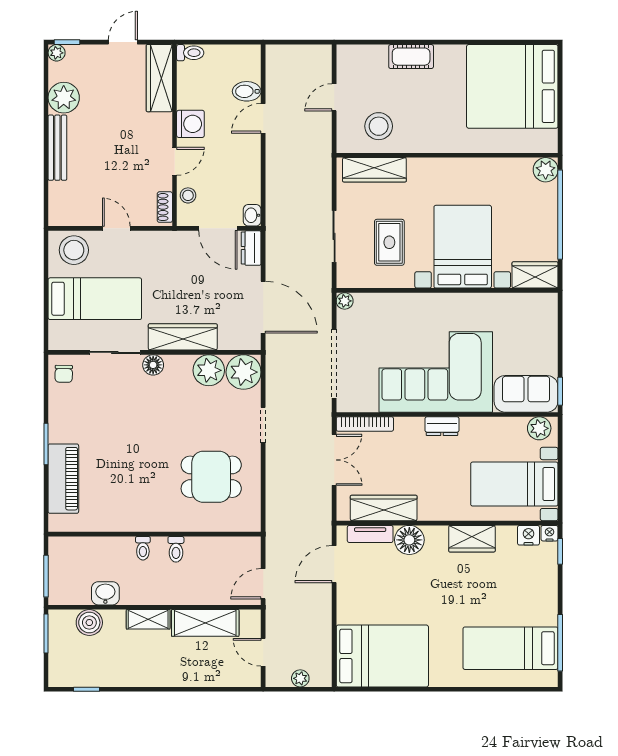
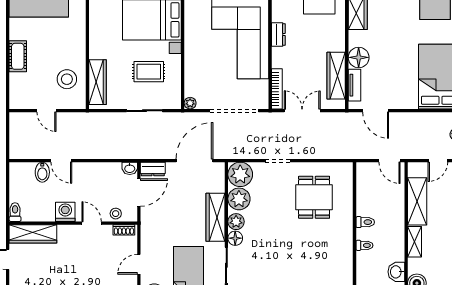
plant: (177, 366) -> (236, 222), added

